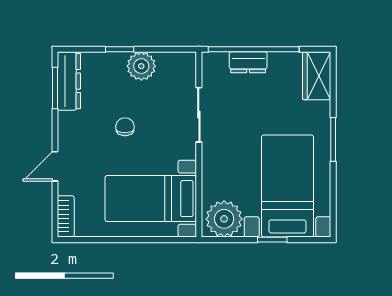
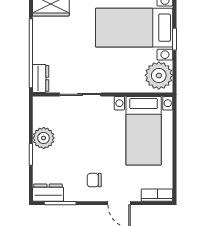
dresser: (248, 62) -> (41, 78), moved
dresser: (69, 81) -> (48, 193), width x0.70
chair: (125, 127) -> (94, 180), moved

